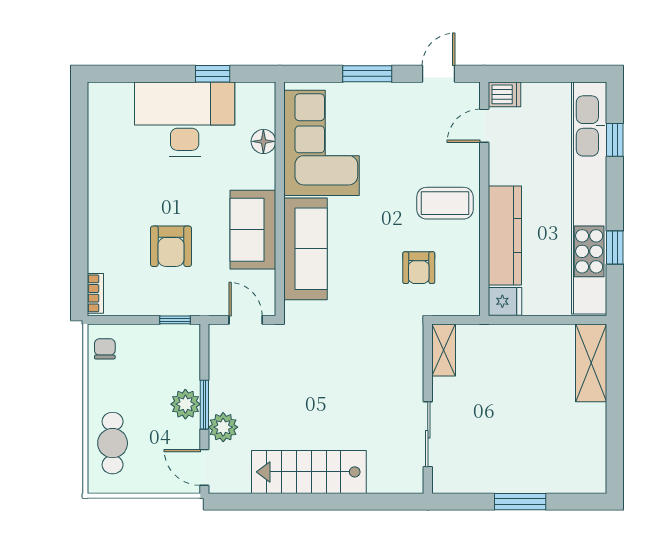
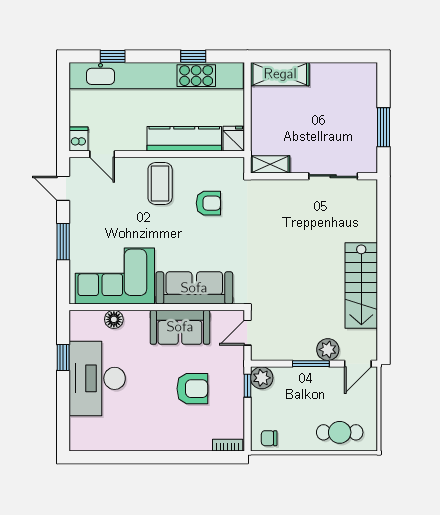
shelving: (444, 350) -> (270, 164), moved
plant: (185, 404) -> (262, 378), moved
wall: (428, 409) -> (314, 176), moved
sliding door: (428, 434) -> (333, 176), moved

